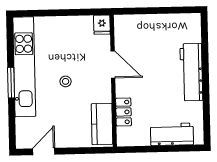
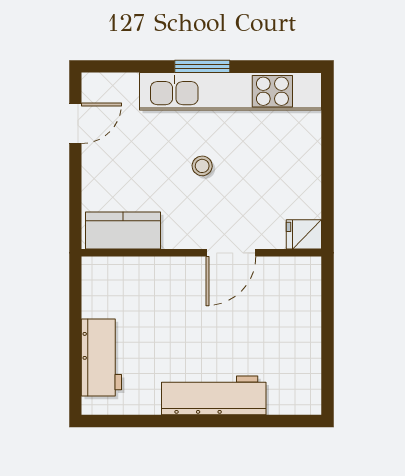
locker: (123, 112) -> (144, 270), removed
door: (44, 151) -> (75, 123), hinge flipped

